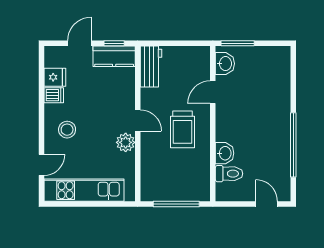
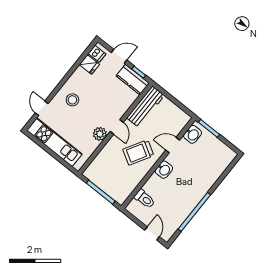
workbench: (151, 66) -> (145, 107), width x1.37
dishwasher: (54, 95) -> (97, 54), moved
trolley: (182, 129) -> (138, 152), turned 30
washbasin: (225, 153) -> (164, 170), moved
door: (41, 165) -> (42, 108), swing flipped

